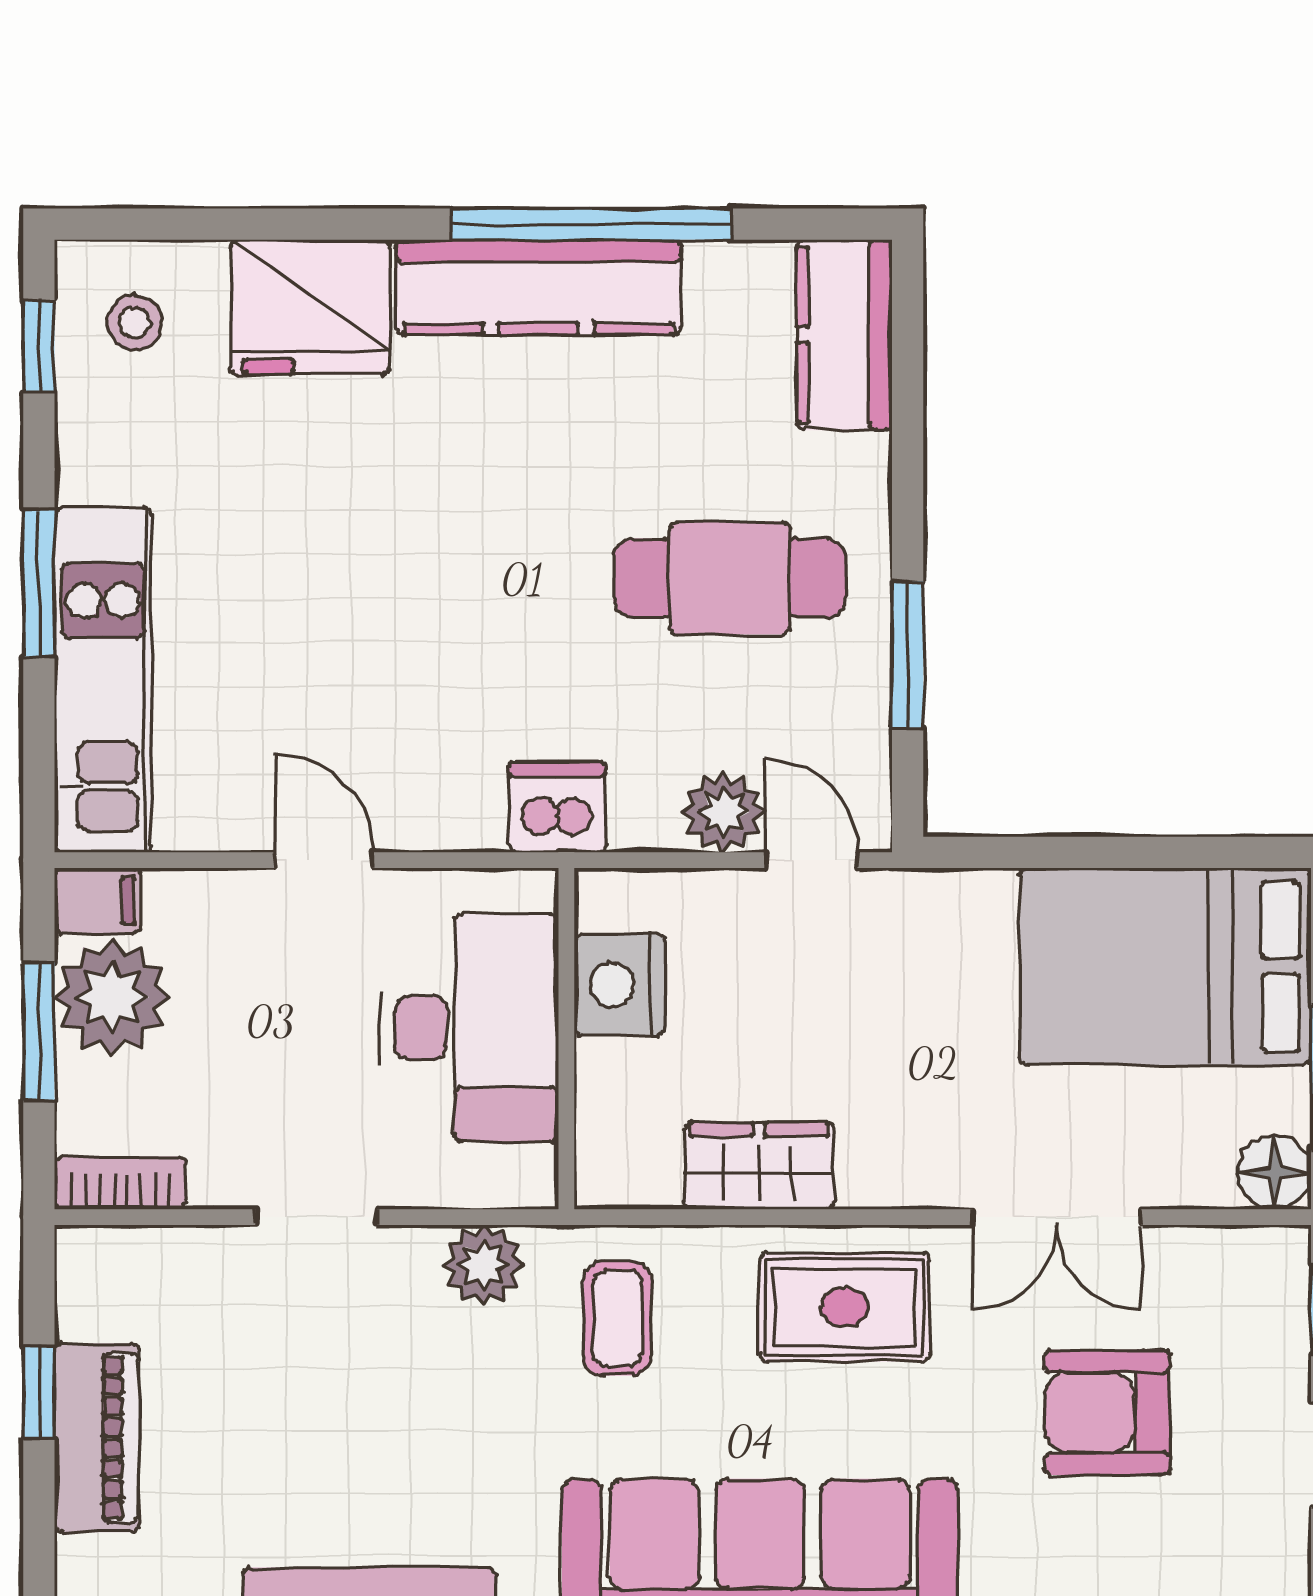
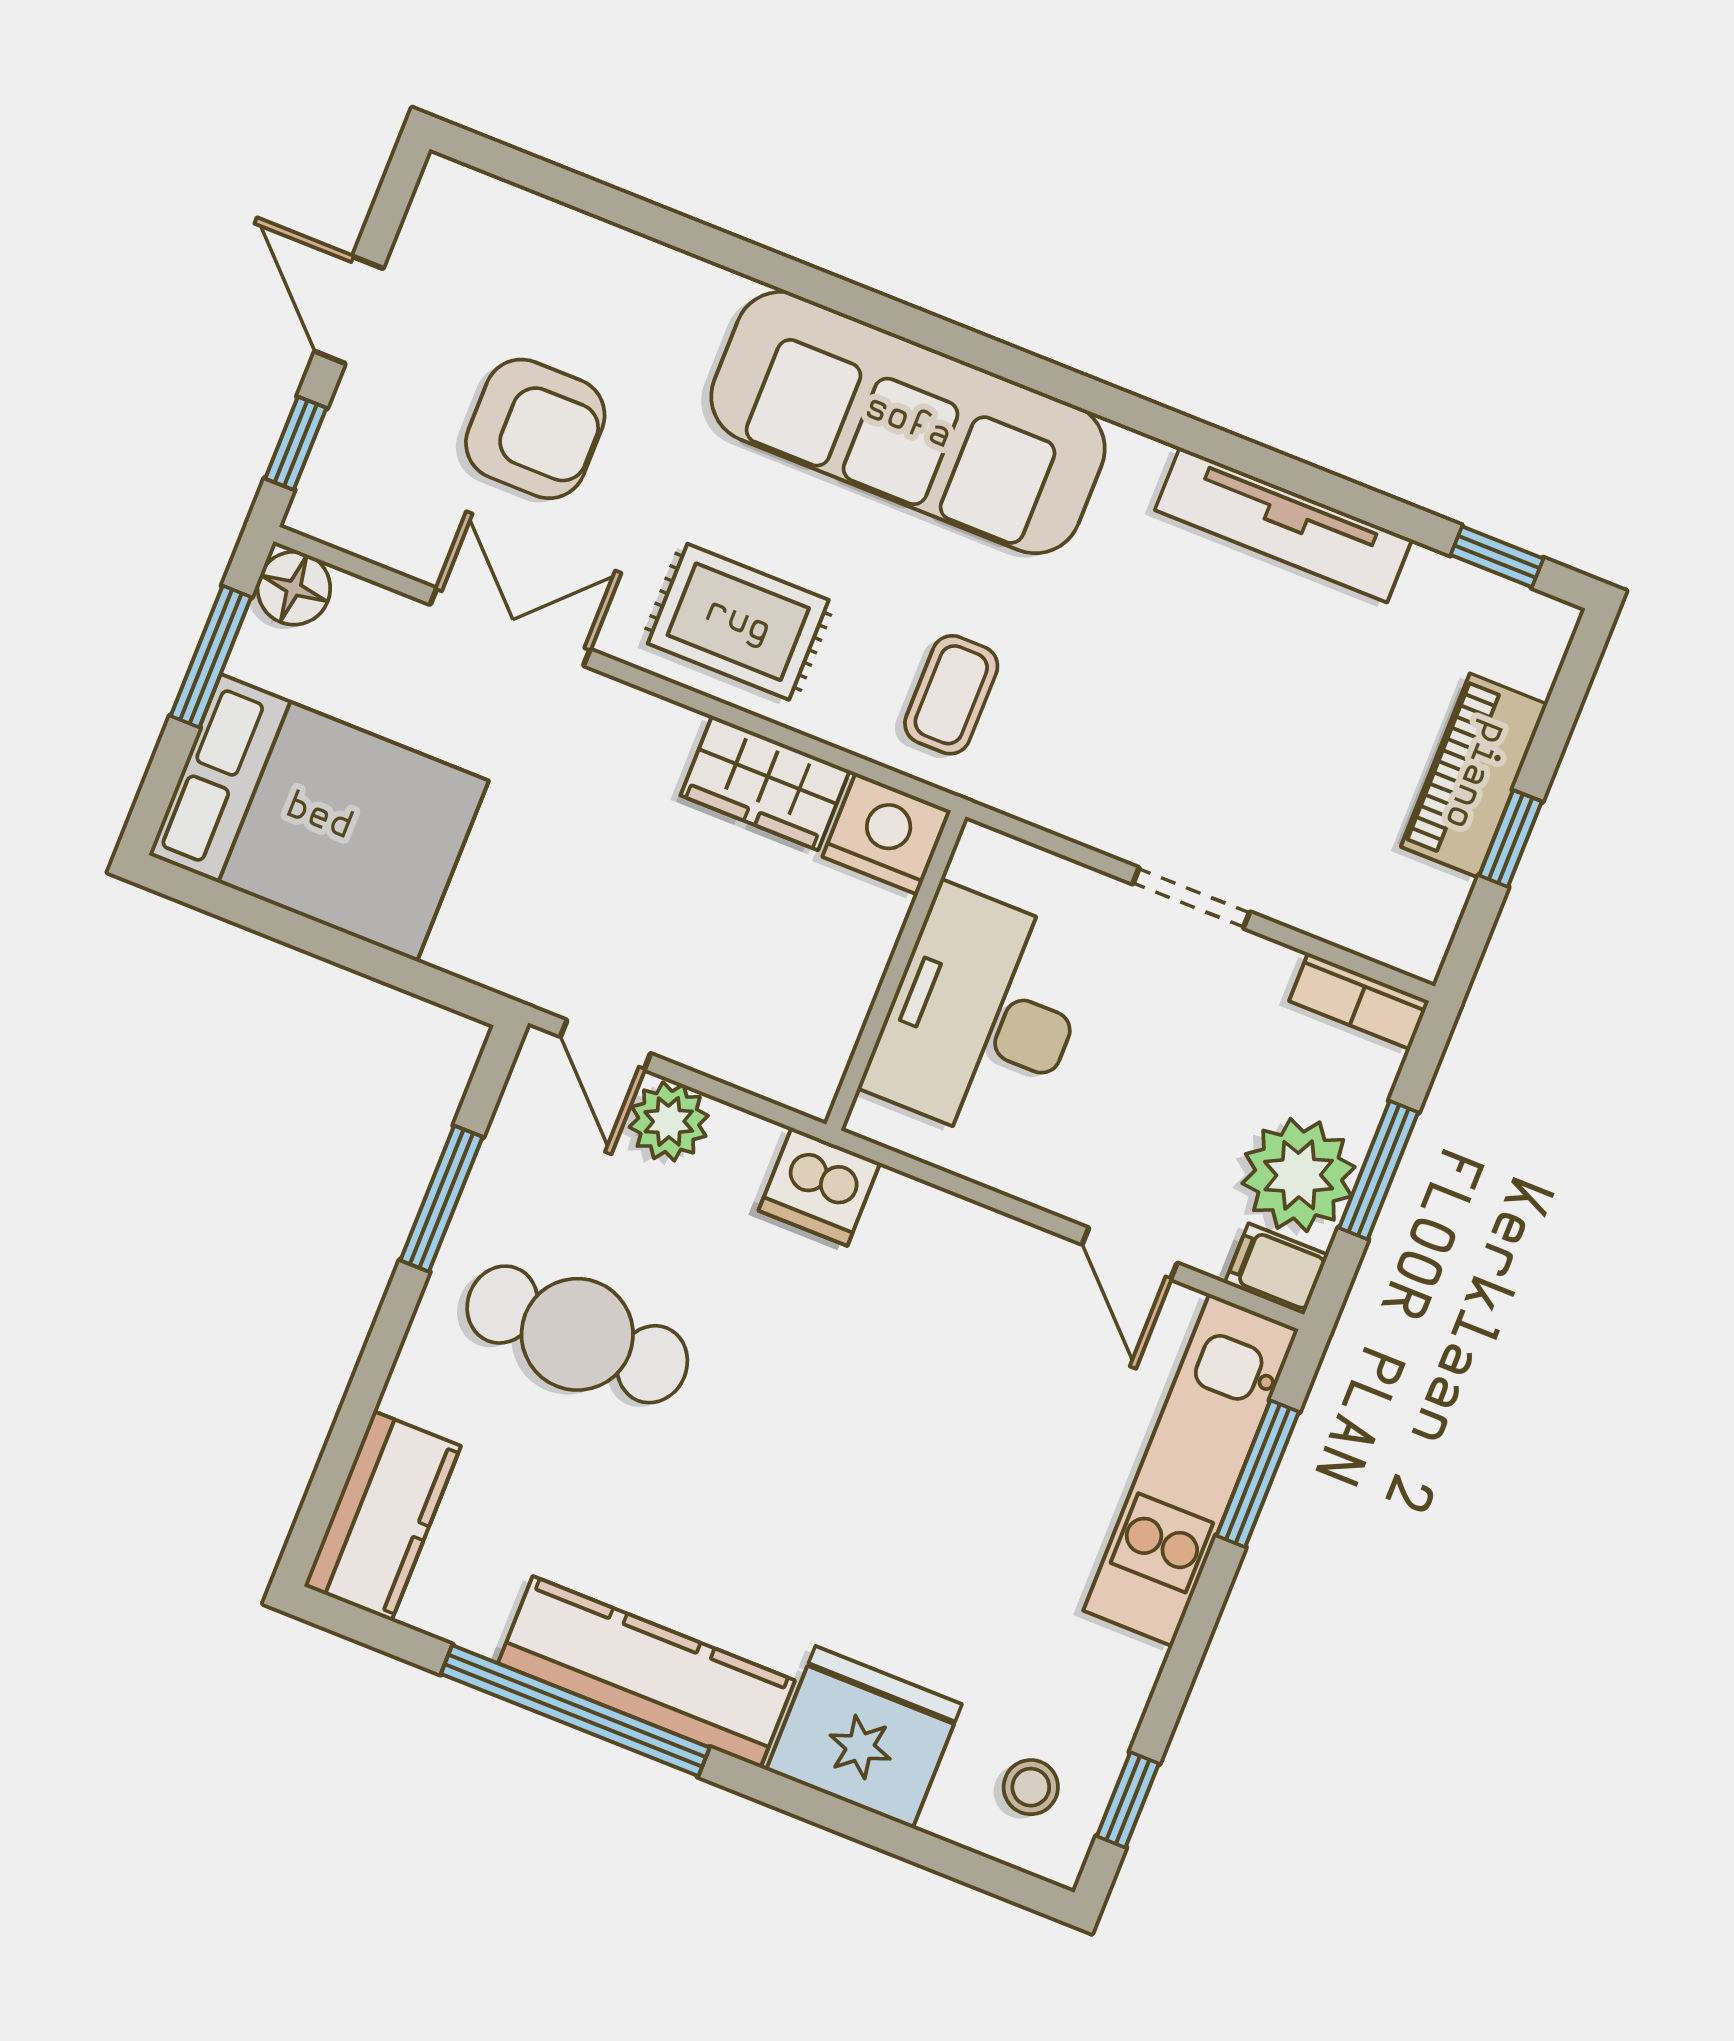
window: (39, 583) -> (1258, 1474), moved
door: (324, 860) -> (1130, 1254), moved
nightstand: (620, 985) -> (886, 833), moved, turned -90
plant: (483, 1265) -> (1055, 793), removed

